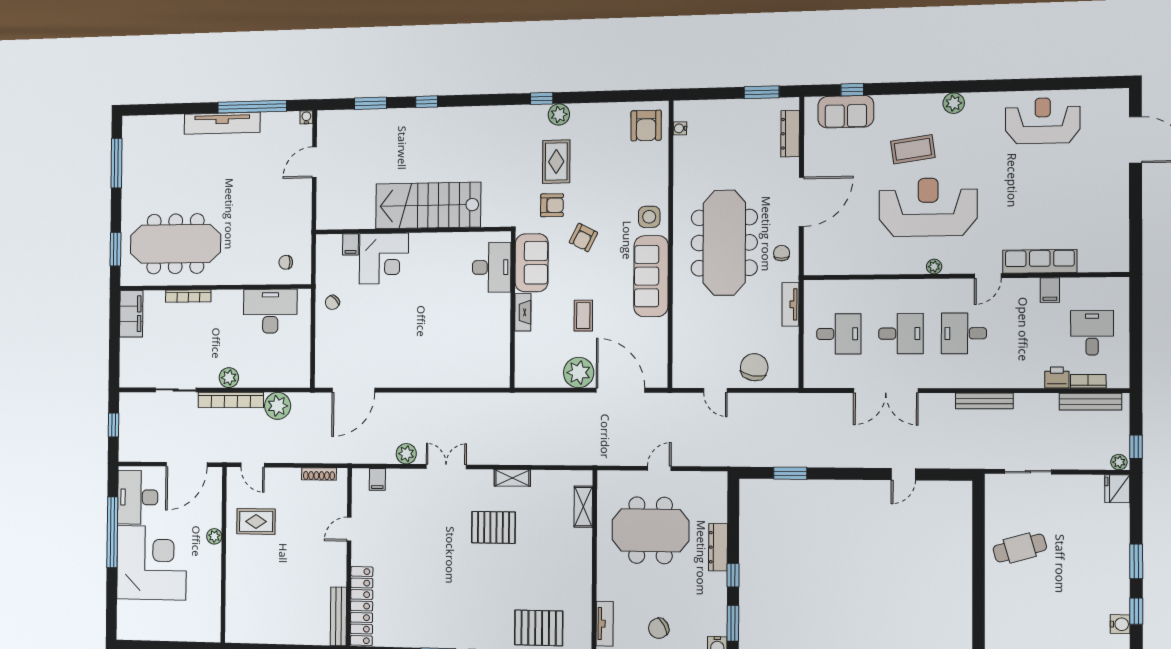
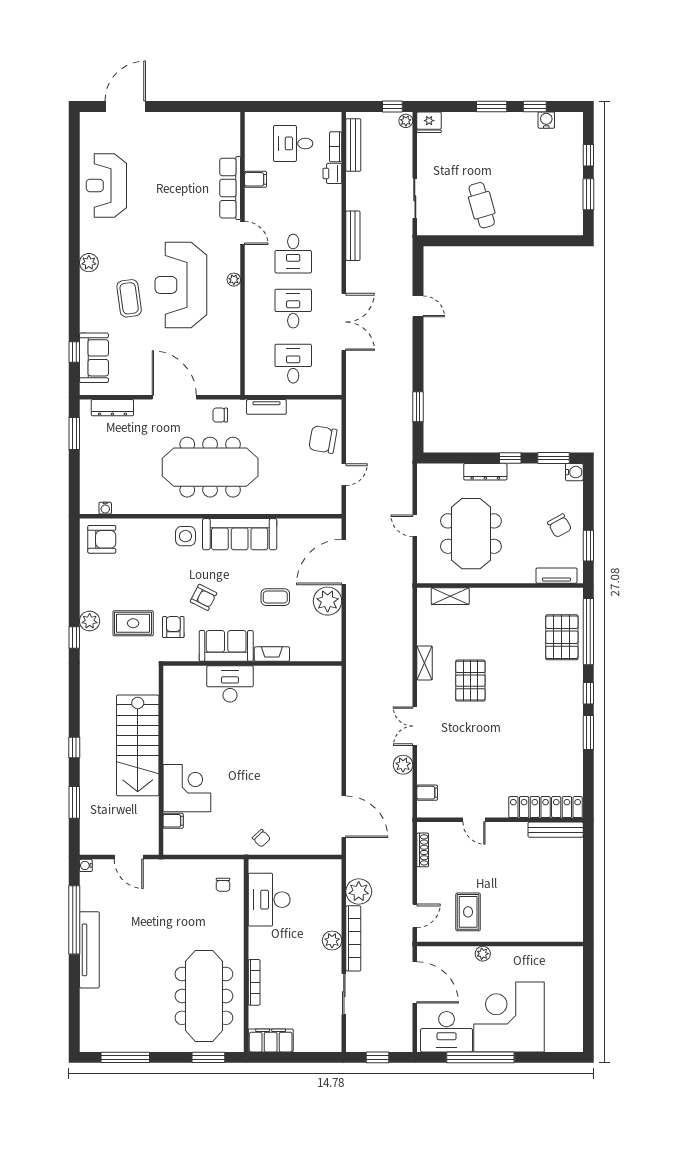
stairs: (428, 205) -> (138, 745), moved
wall: (413, 230) -> (161, 760), moved
filing cabinet: (351, 244) -> (173, 821), moved
corner desk: (384, 258) -> (187, 788), moved

